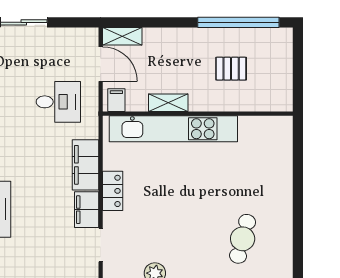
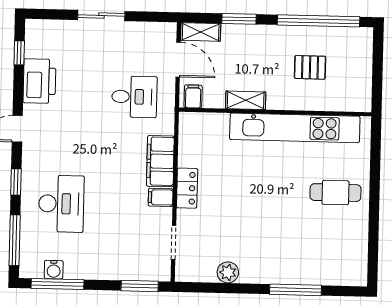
window: (160, 22) -> (239, 19), added
kitchen unit: (173, 129) -> (295, 128), moved
filing cabinet: (87, 210) -> (161, 197), width x0.50
cafe table: (243, 239) -> (335, 193), moved, turned 75

